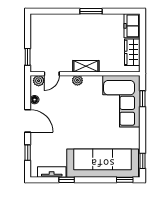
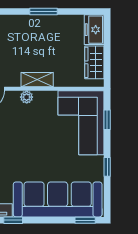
window: (143, 161) -> (107, 167), moved

